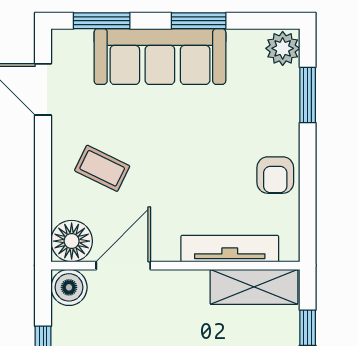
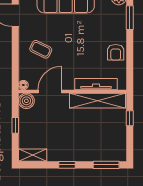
floor lamp: (72, 241) -> (23, 85), width x0.53, depth x0.53
shelving: (254, 287) -> (98, 101), width x1.47

